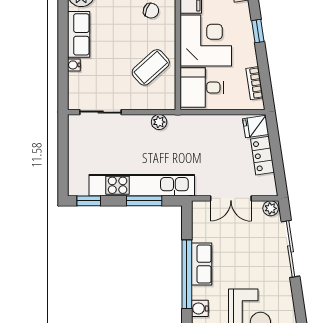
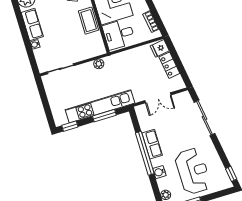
coffee table: (151, 67) -> (89, 21), moved, turned -48
plant: (271, 208) -> (184, 96), removed

